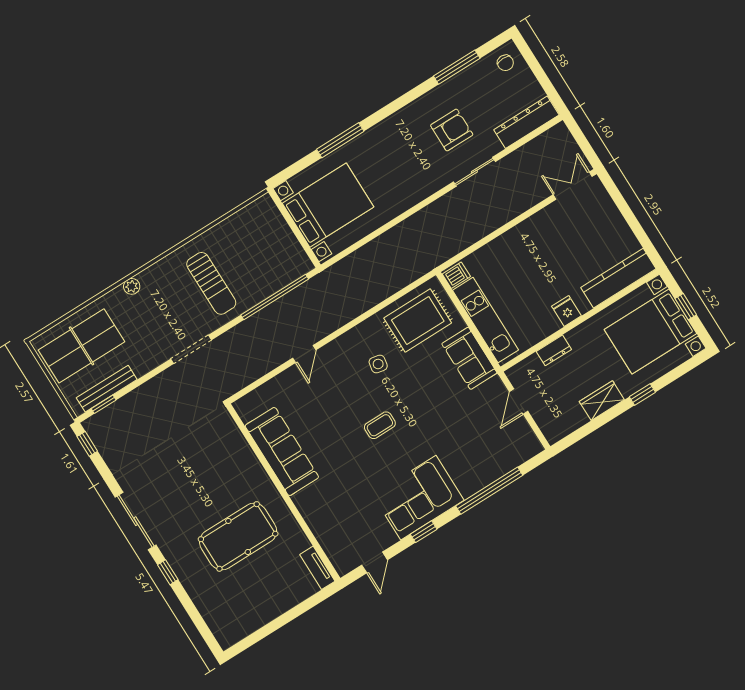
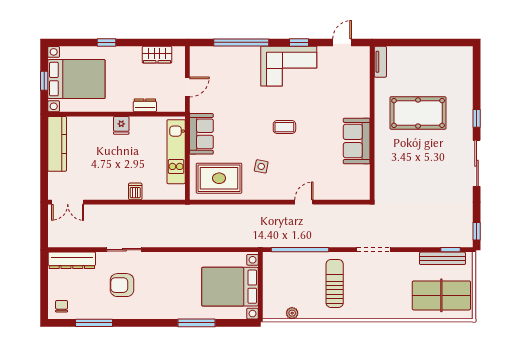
dishwasher: (456, 275) -> (135, 191), moved, turned 90
kitchen counter: (618, 278) -> (57, 144), moved, turned -90
plant: (132, 286) -> (292, 313), moved
wardrobe: (602, 401) -> (157, 55), moved
sofa: (282, 452) -> (357, 141), width x0.73

